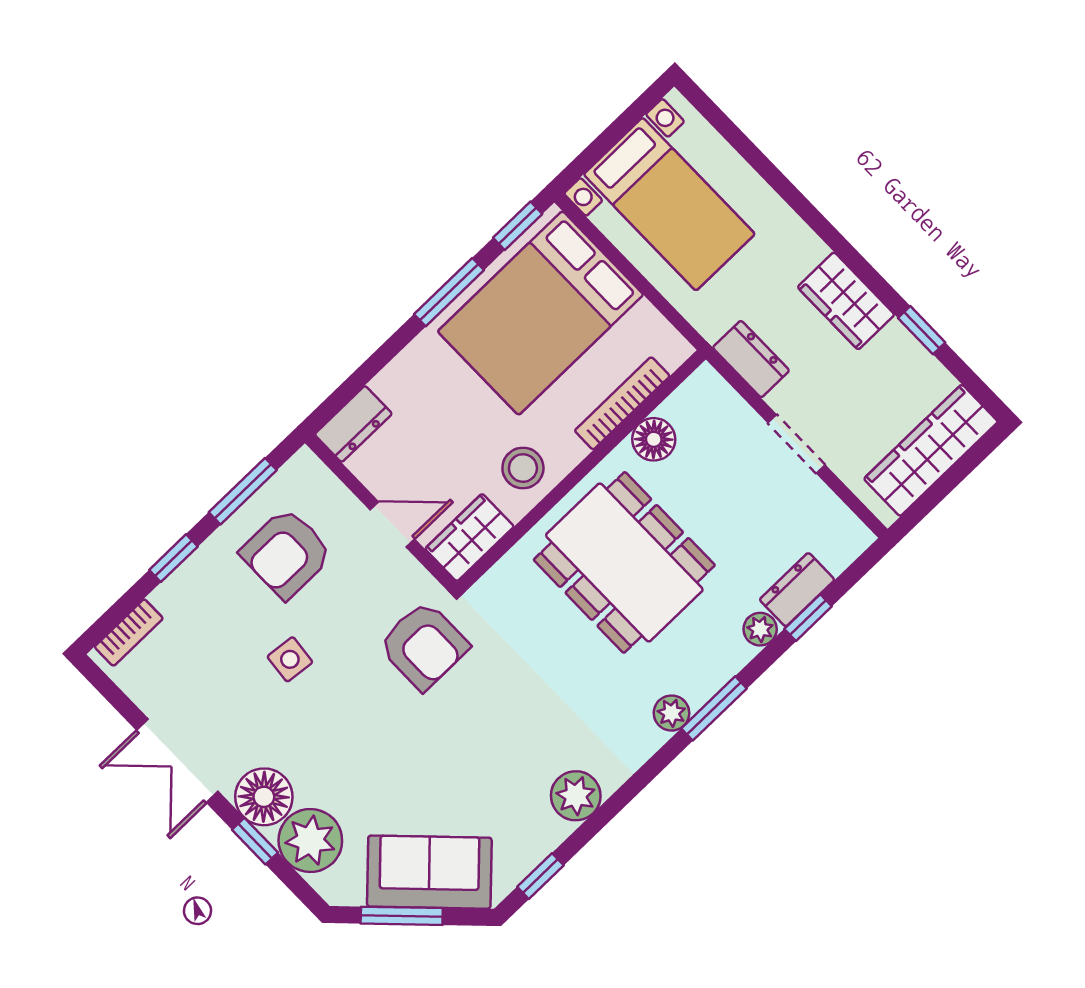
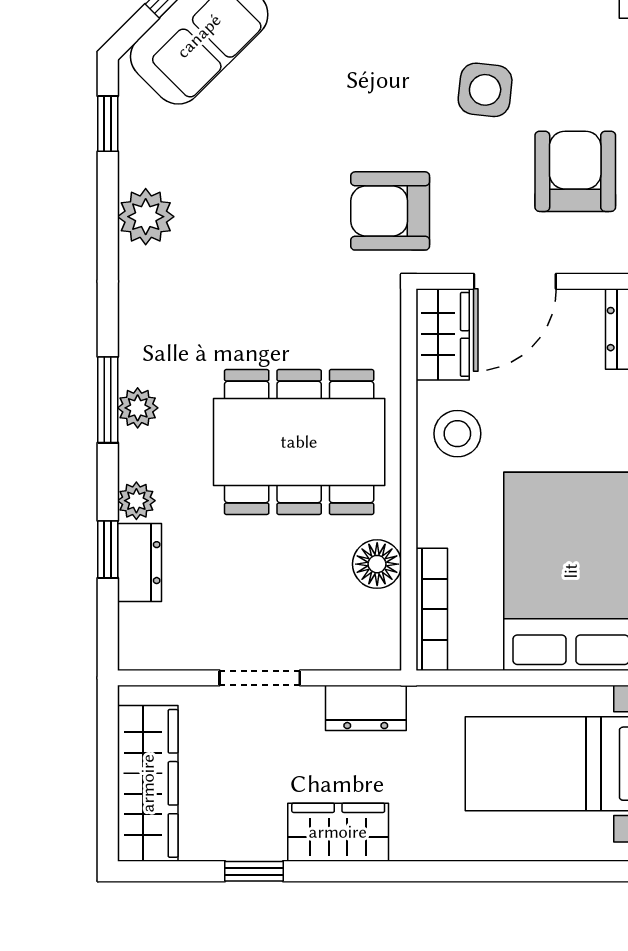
bookcase: (622, 403) -> (432, 609), moved
door: (392, 524) -> (515, 281), width x1.38
side table: (290, 659) -> (485, 90), width x1.37, depth x1.37
plant: (671, 713) -> (138, 408), moved

